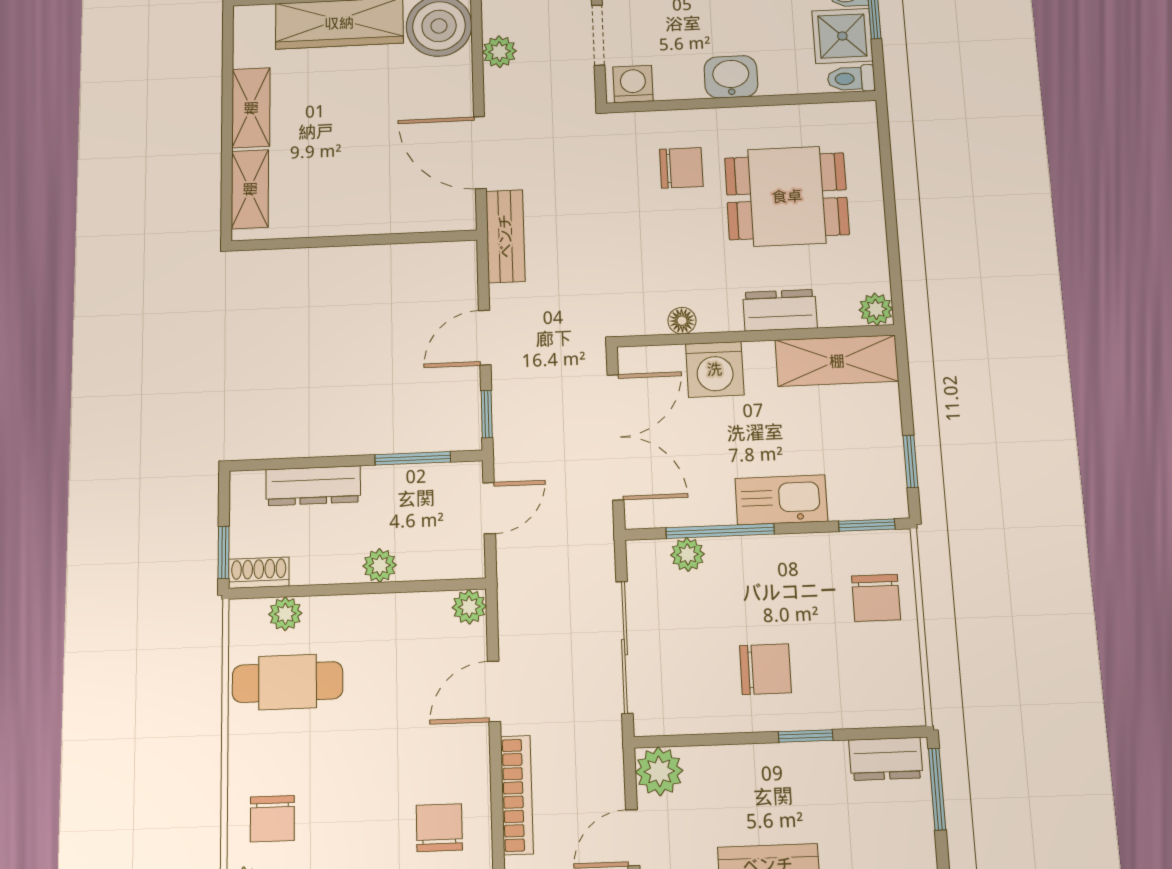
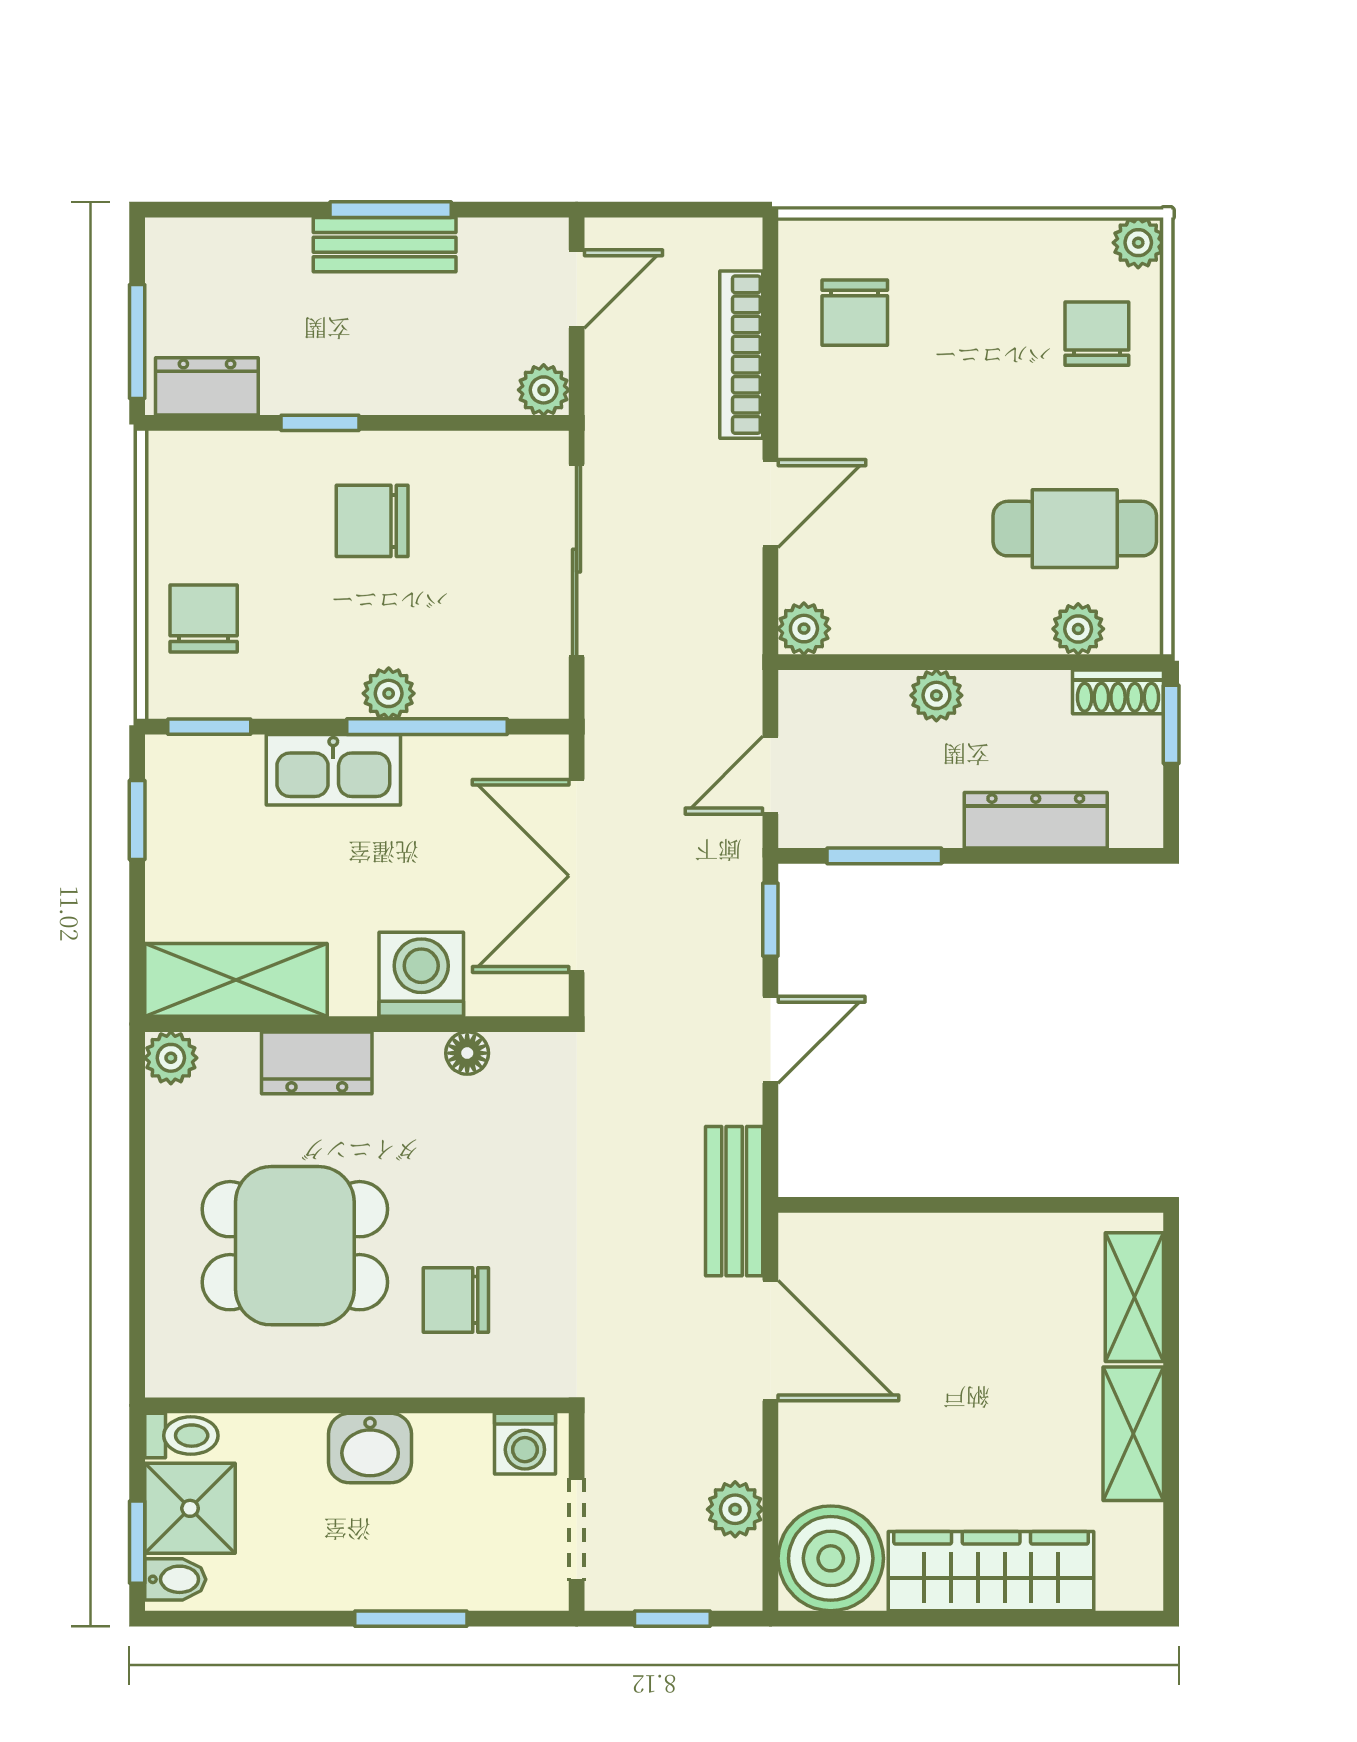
plant: (688, 555) -> (389, 693), moved
plant: (659, 771) -> (544, 390), width x0.73, depth x0.73

